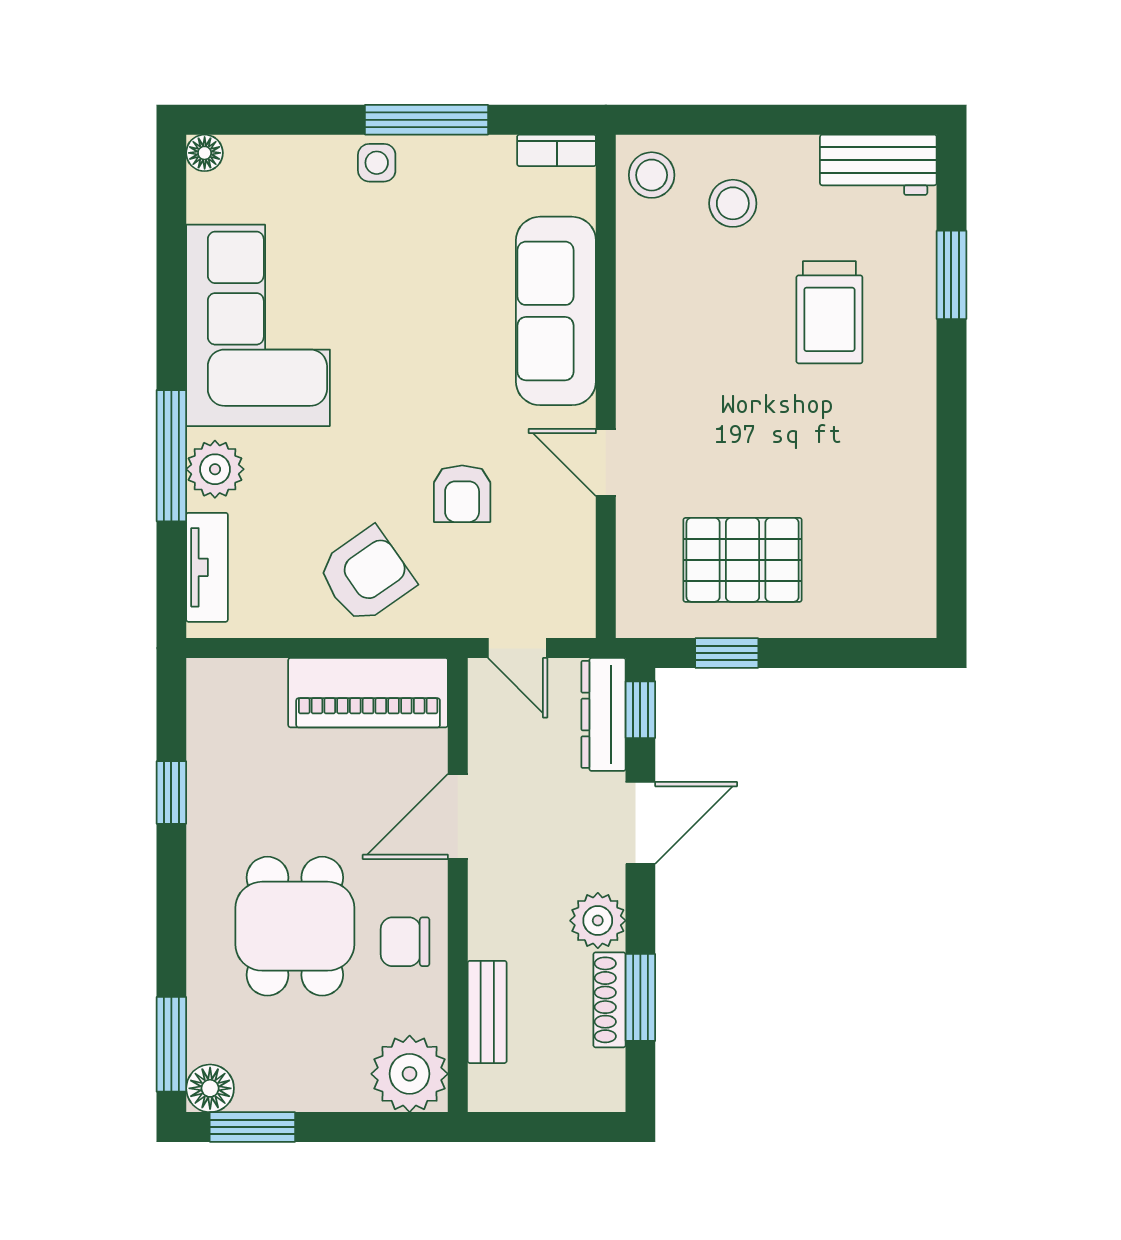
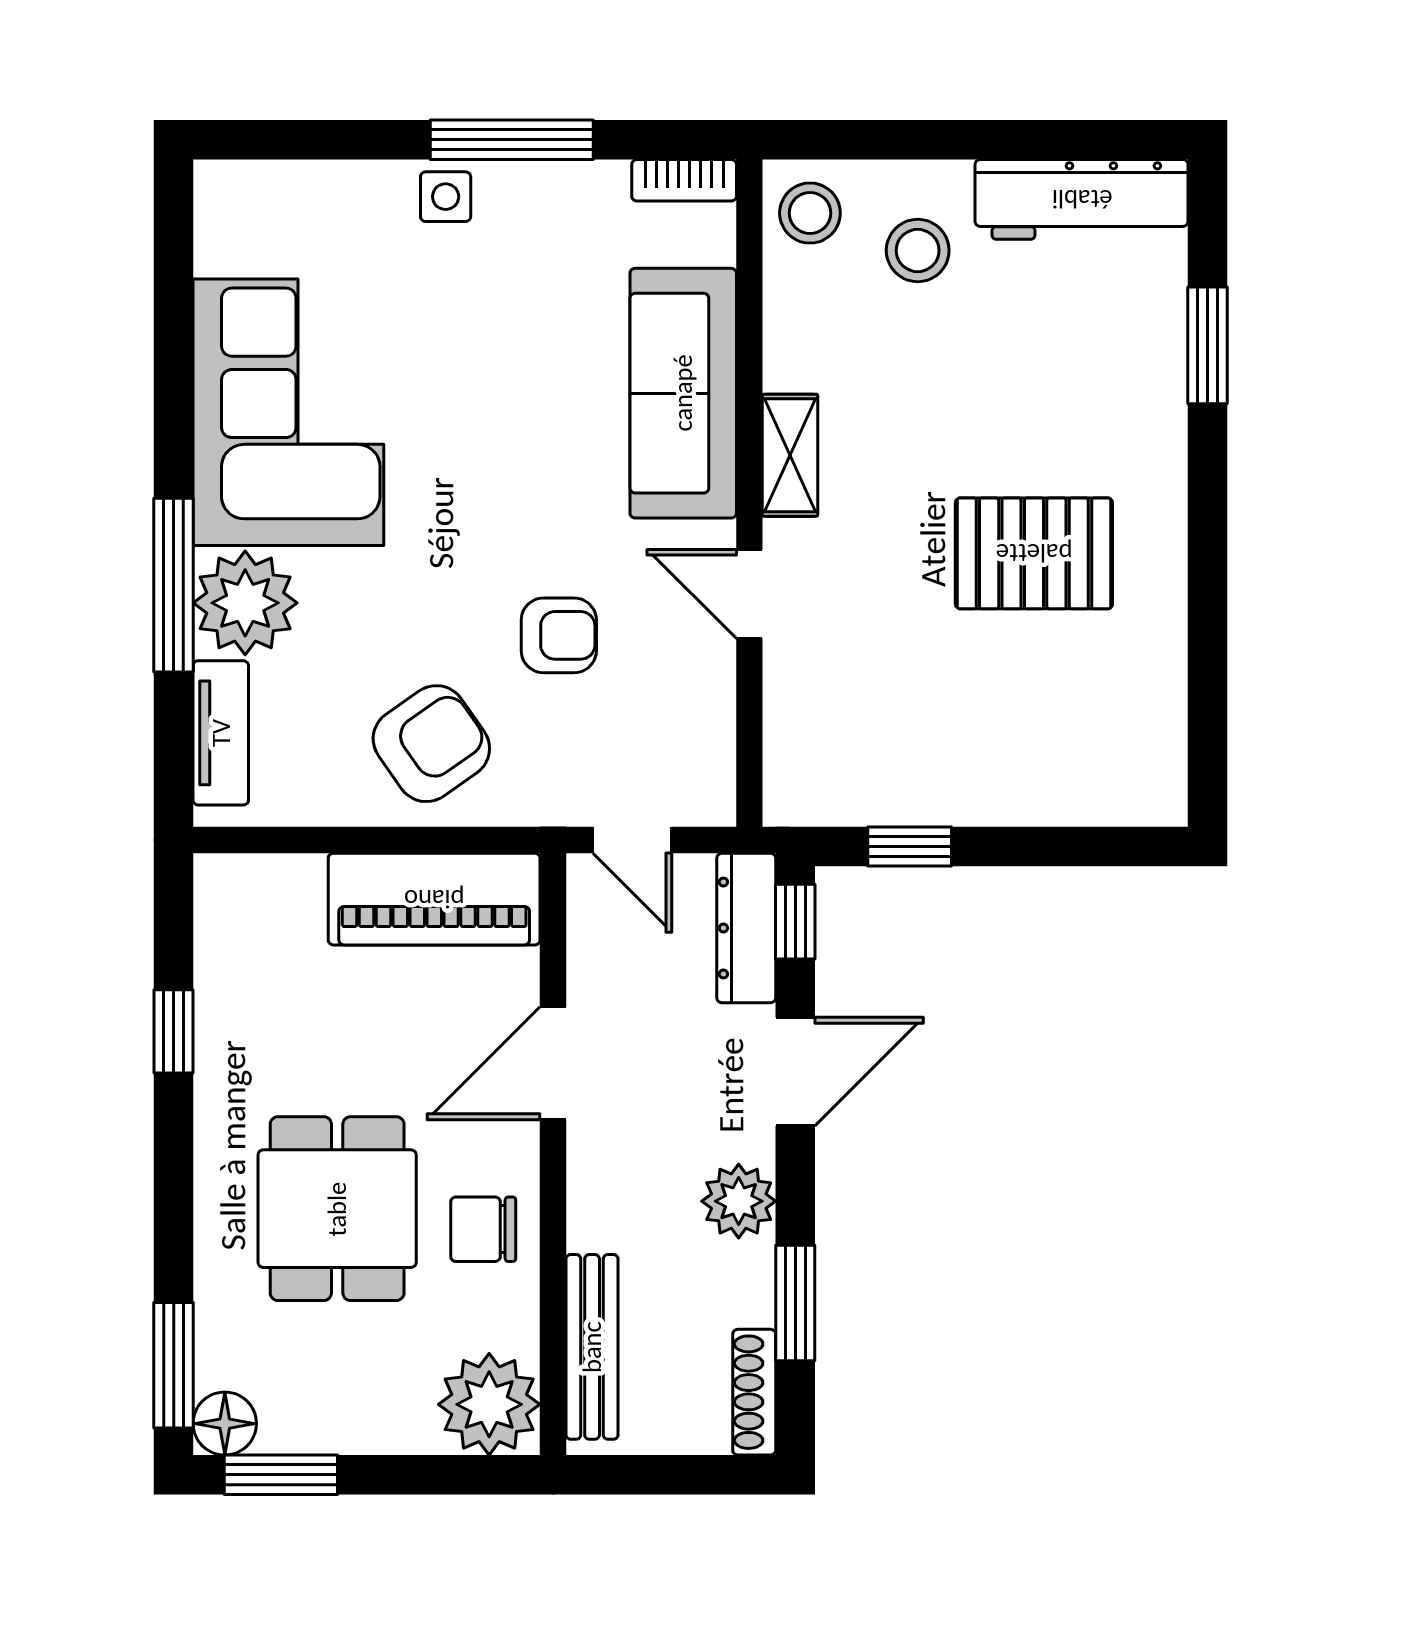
floor lamp: (205, 153) -> (217, 184), removed
workbench: (878, 165) -> (1082, 199), width x1.38
trolley: (829, 312) -> (1046, 395), removed
shelving: (637, 358) -> (790, 455), added
plant: (215, 469) -> (245, 603), width x1.36, depth x1.36
armchair: (462, 494) -> (559, 635), turned -90
pallet: (743, 560) -> (1034, 553), moved
shoe rack: (609, 1000) -> (754, 1392), moved
bench: (487, 1012) -> (592, 1347), width x1.36

